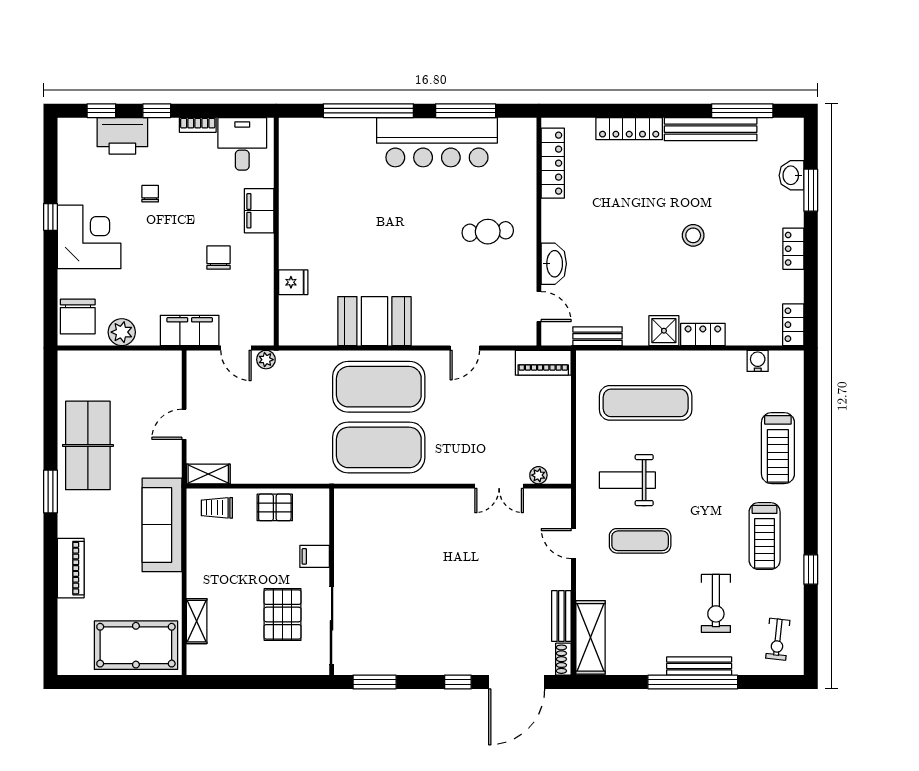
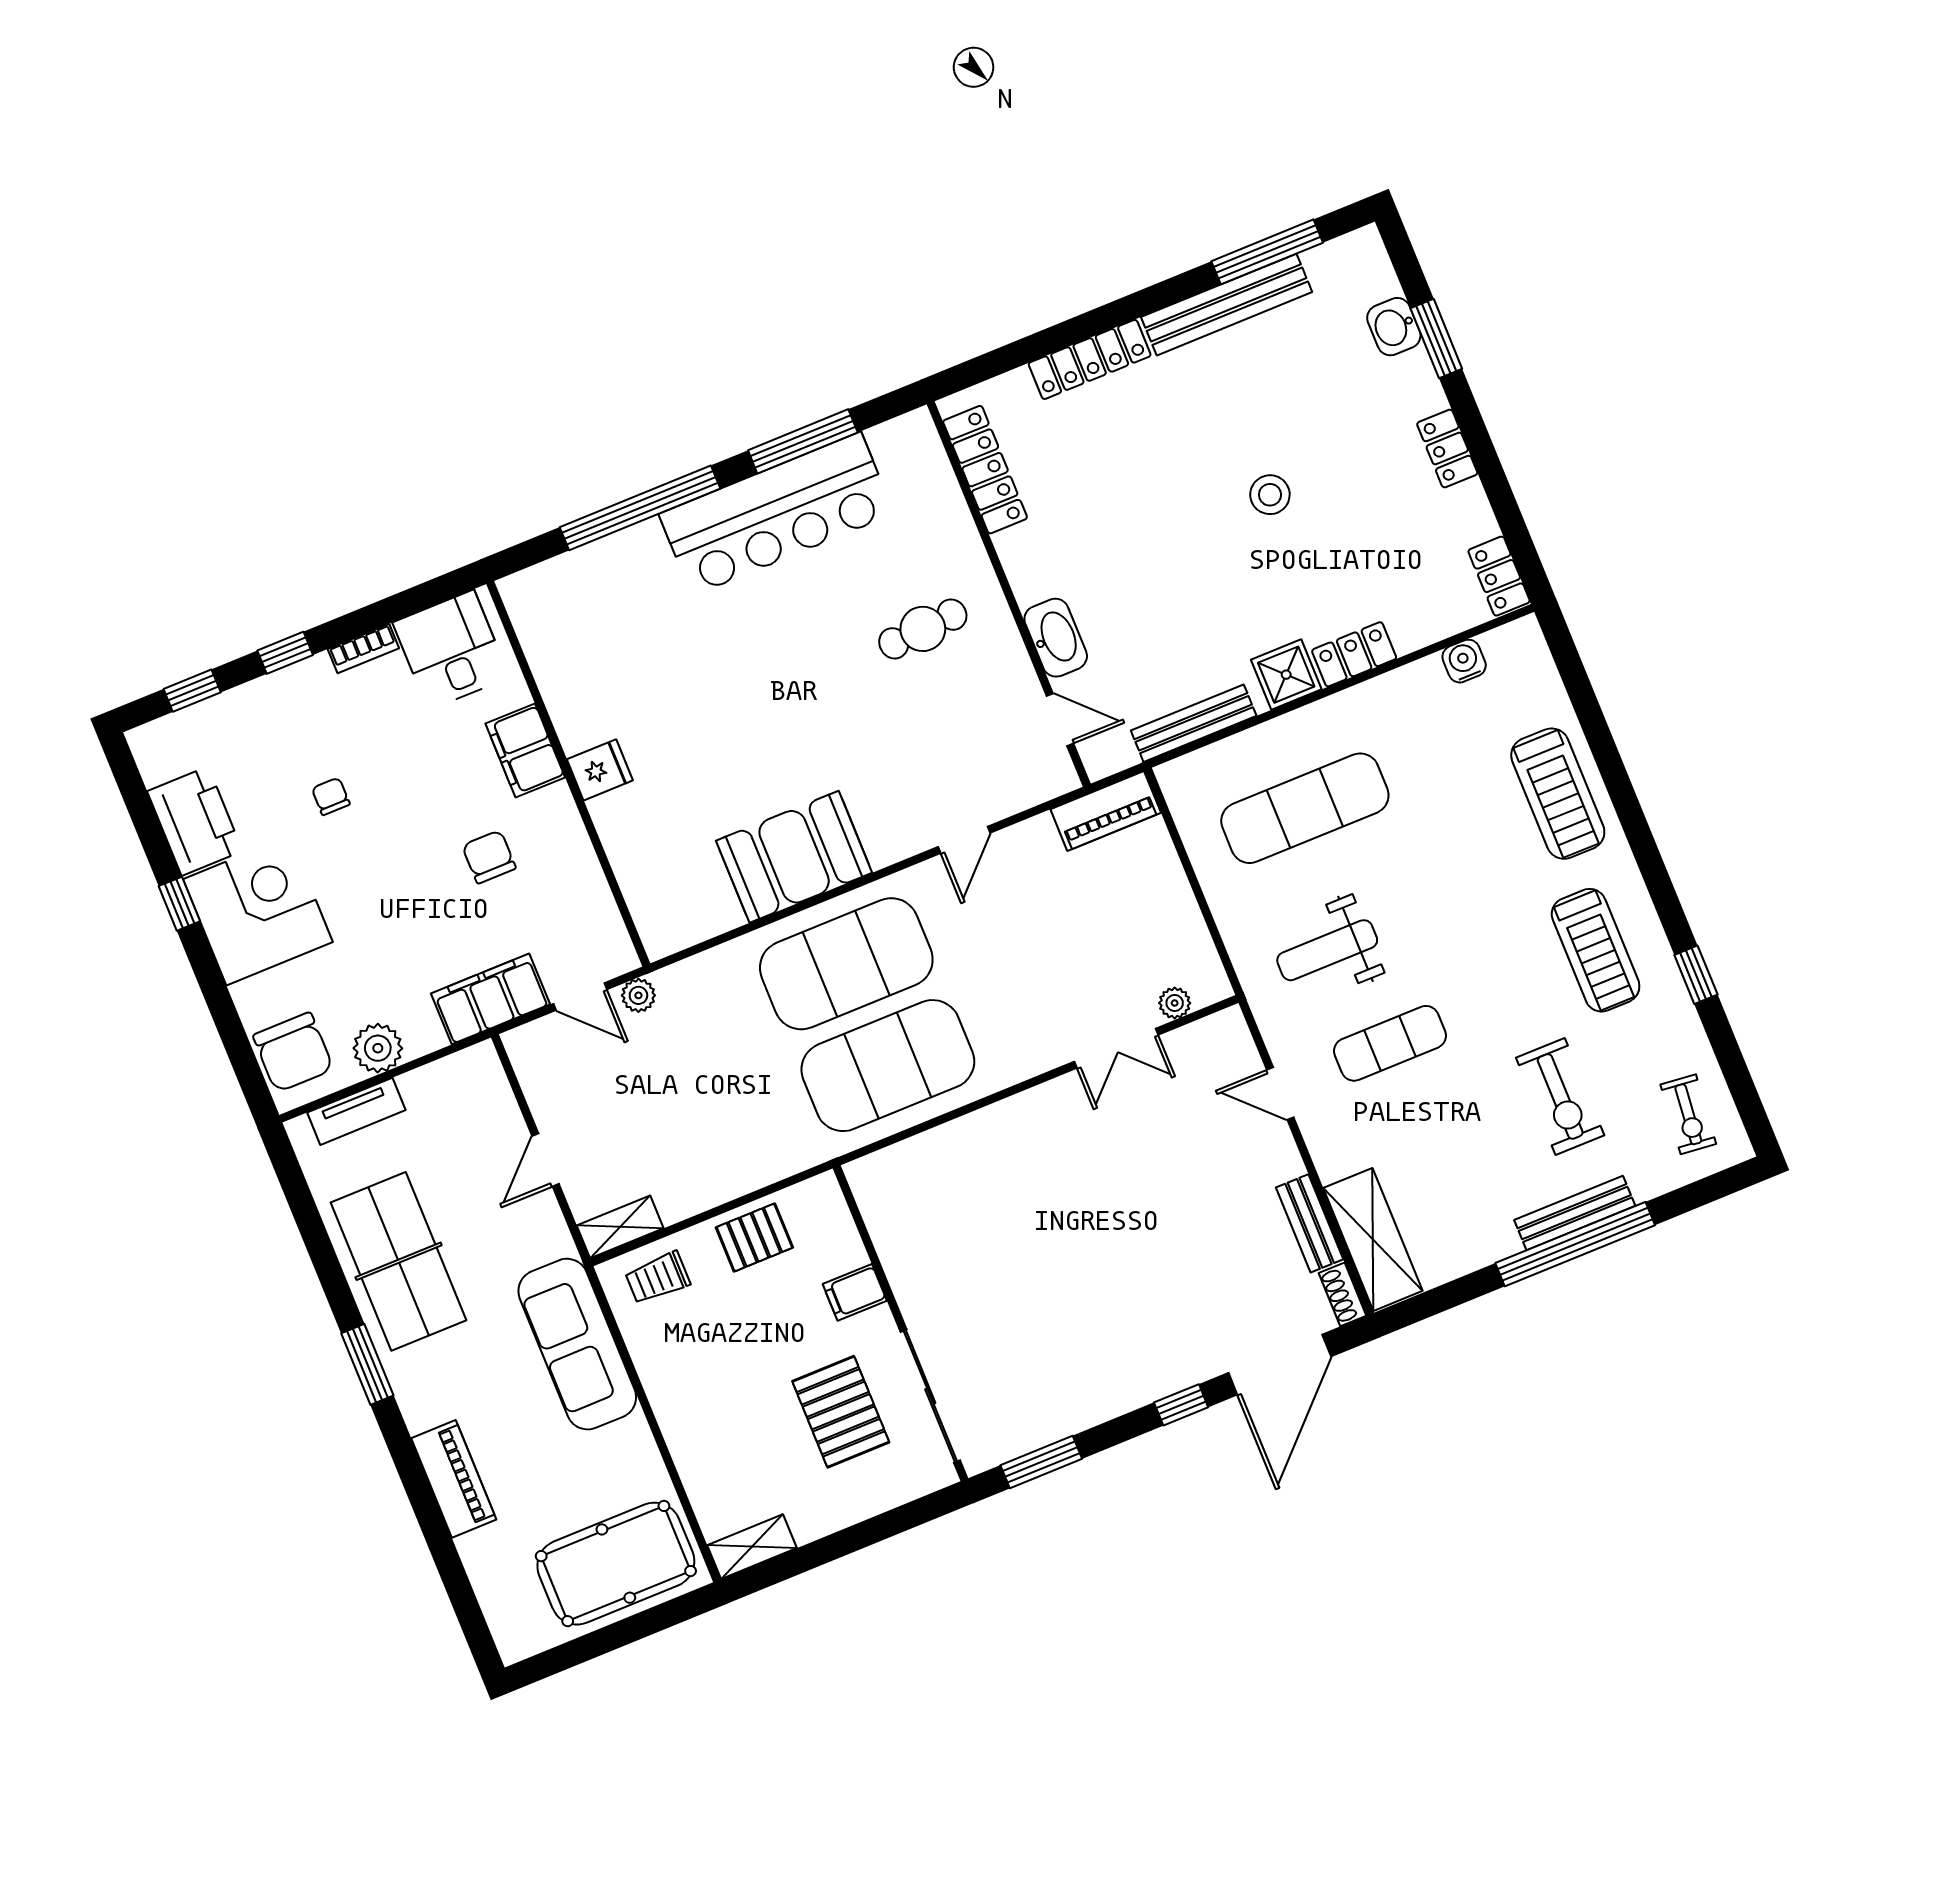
printer: (122, 136) -> (195, 821), moved, turned -90
fridge: (293, 282) -> (600, 770), moved
bench: (598, 336) -> (1194, 723), width x1.36
tv unit: (98, 360) -> (356, 1111), added
shelving: (197, 621) -> (752, 1547), moved, turned 90

